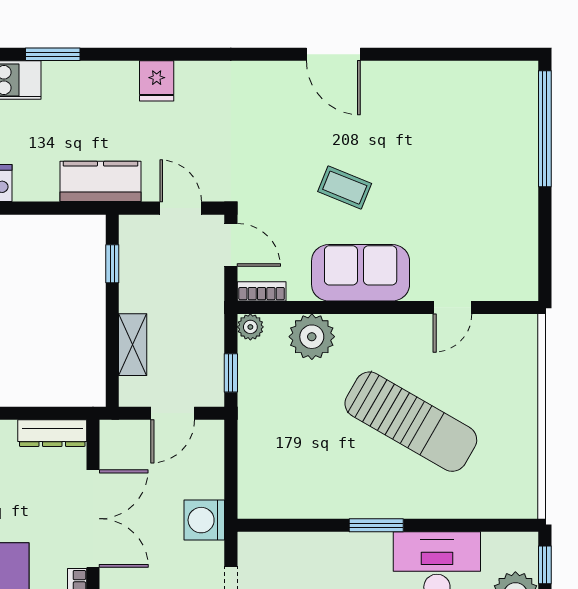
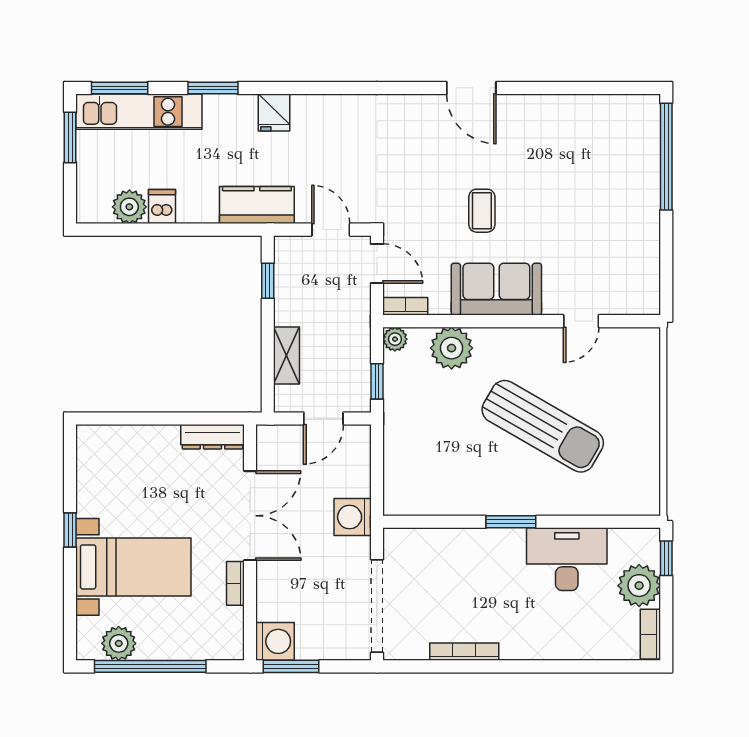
fridge: (157, 81) -> (274, 112), moved
coffee table: (345, 188) -> (482, 211), turned 68

